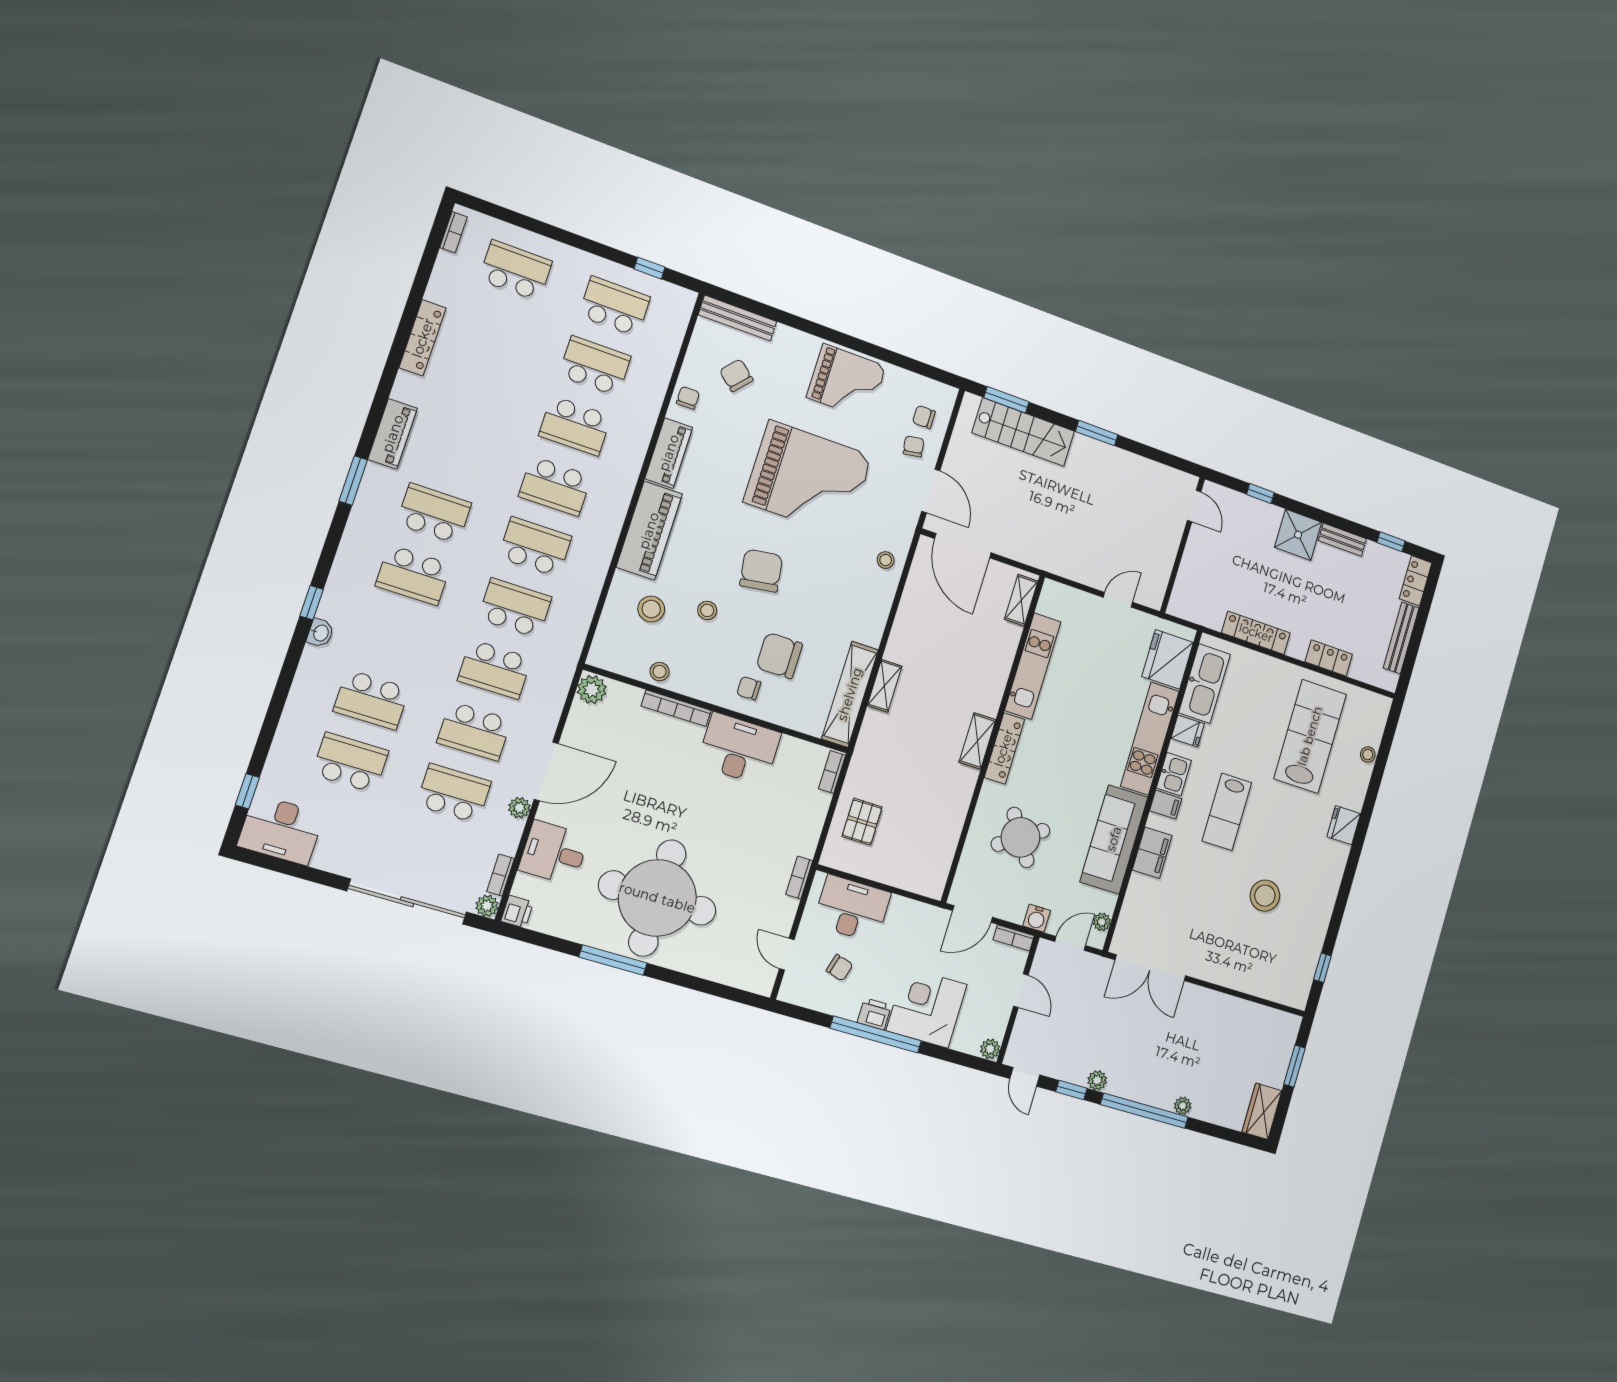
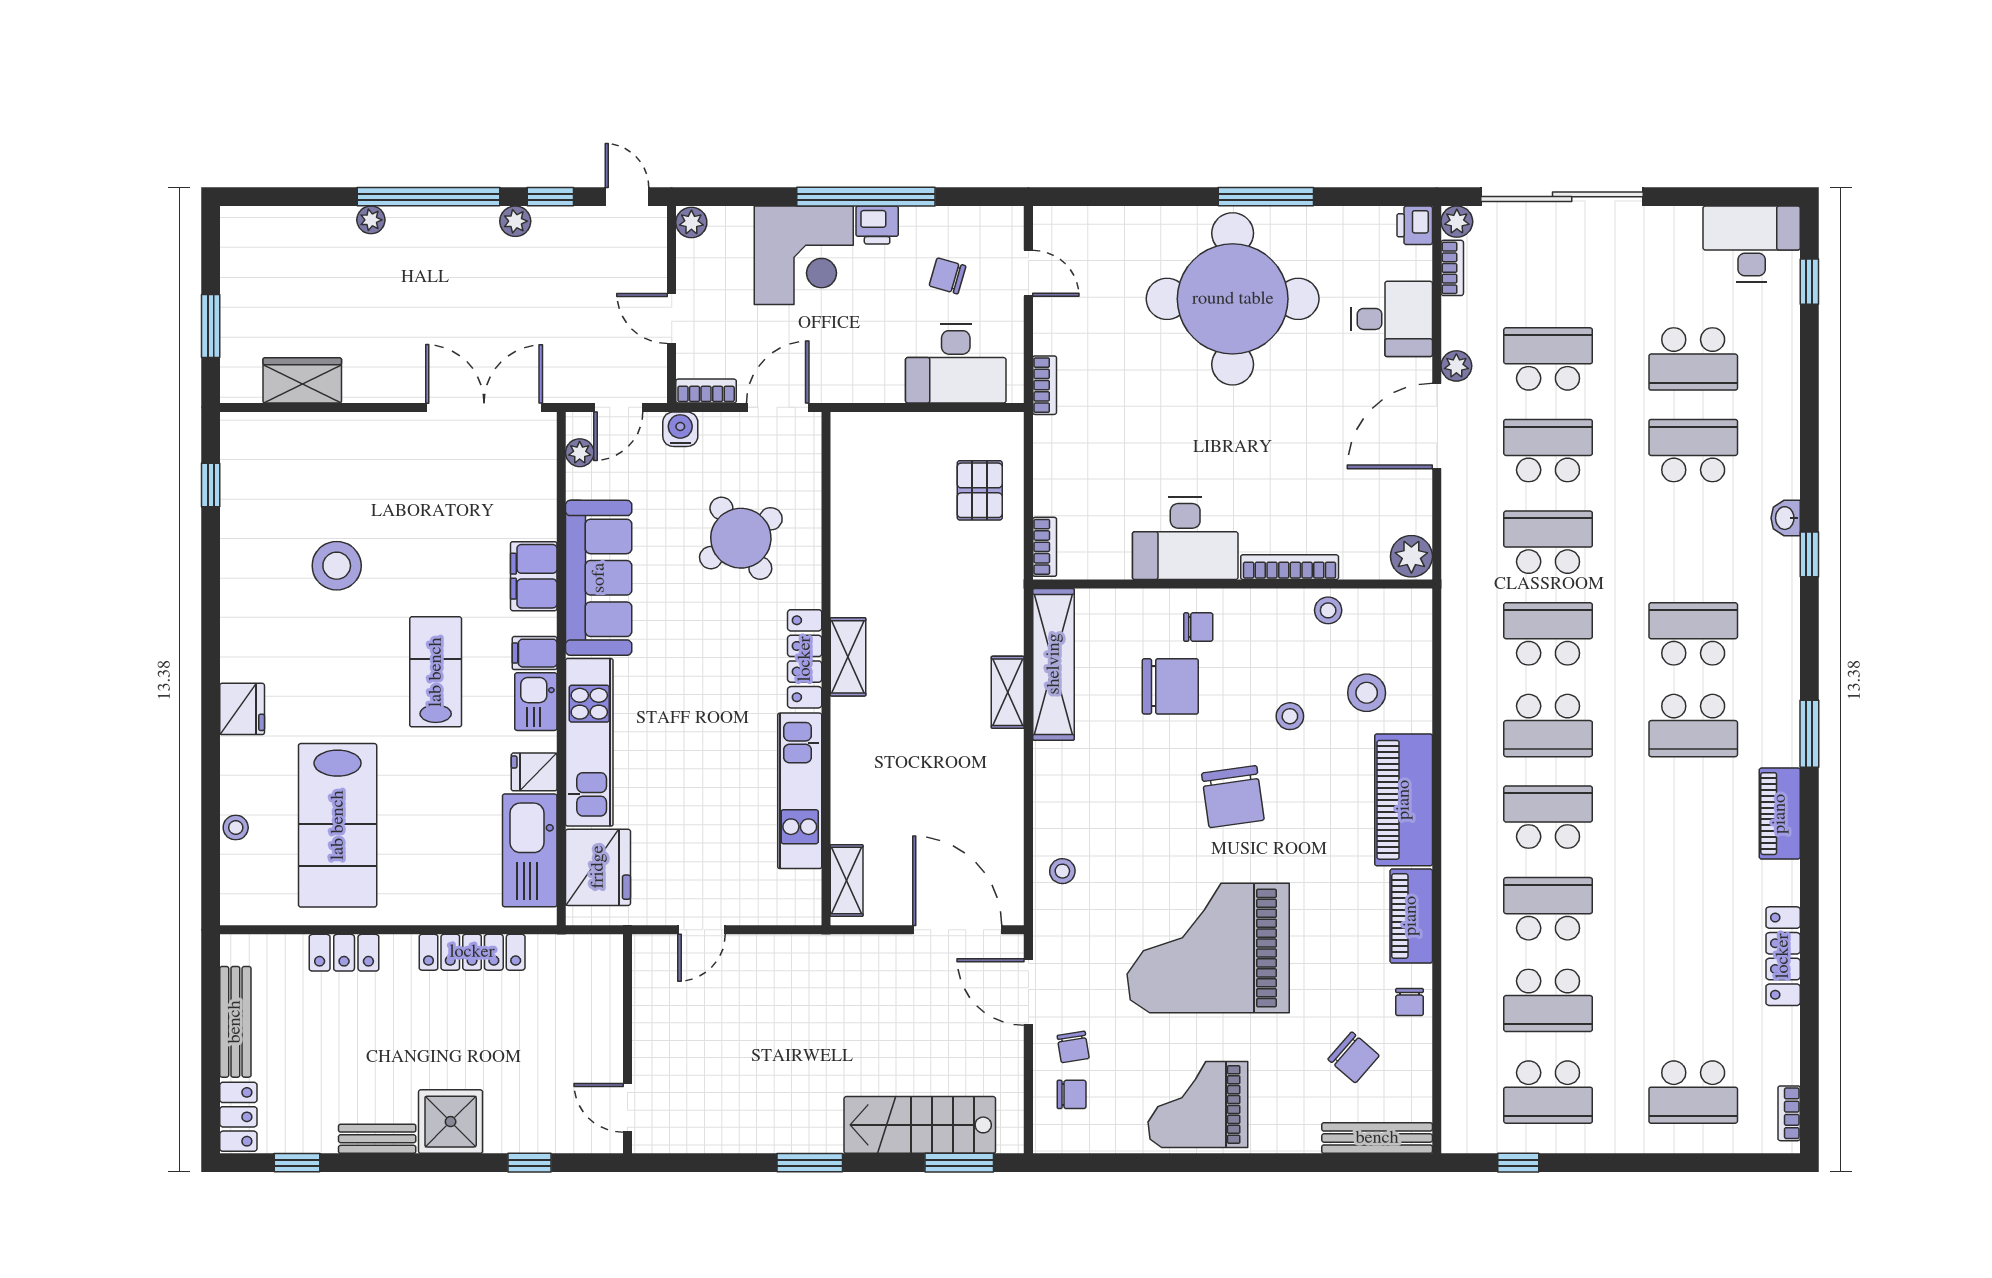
school desk: (515, 608) -> (1548, 634), turned 180
school desk: (454, 793) -> (1548, 359), turned 180
wardrobe: (1262, 1111) -> (302, 380), moved, turned -90

